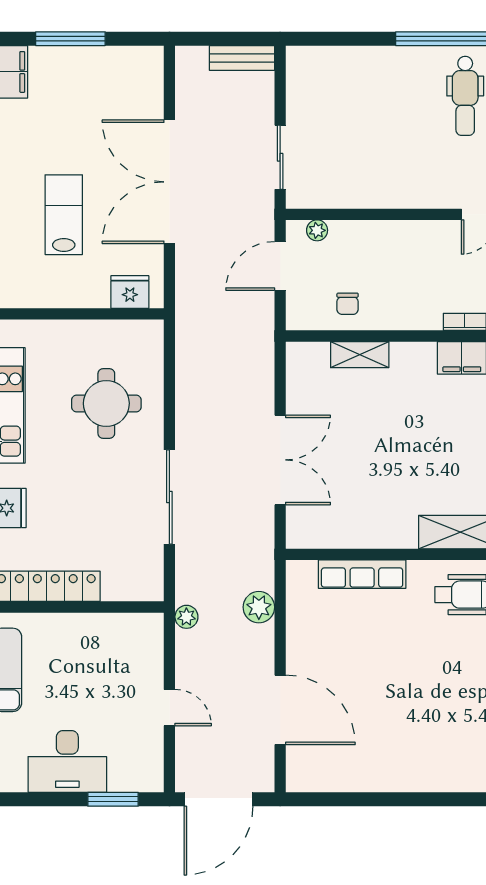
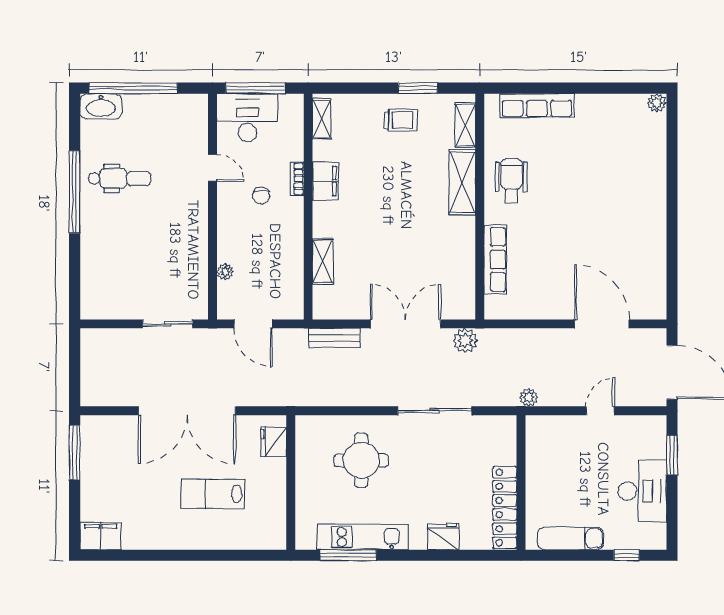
window: (70, 39) -> (75, 453), moved
bench: (242, 58) -> (334, 338), moved, turned 90
plant: (317, 230) -> (225, 272), moved
chair: (348, 304) -> (261, 196), moved, turned 90
plant: (259, 607) -> (465, 341), moved
door: (280, 710) -> (602, 324), hinge flipped

